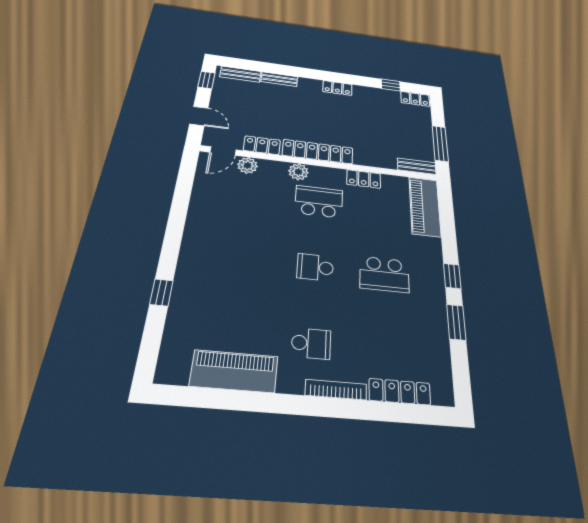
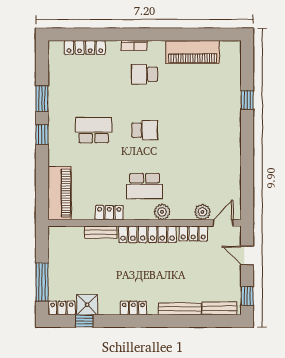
bench: (279, 79) -> (180, 309), width x1.36
shower: (388, 98) -> (87, 305), added
window: (440, 144) -> (42, 282), moved
bench: (417, 166) -> (101, 232), moved
bookcase: (336, 390) -> (134, 46), width x0.64

